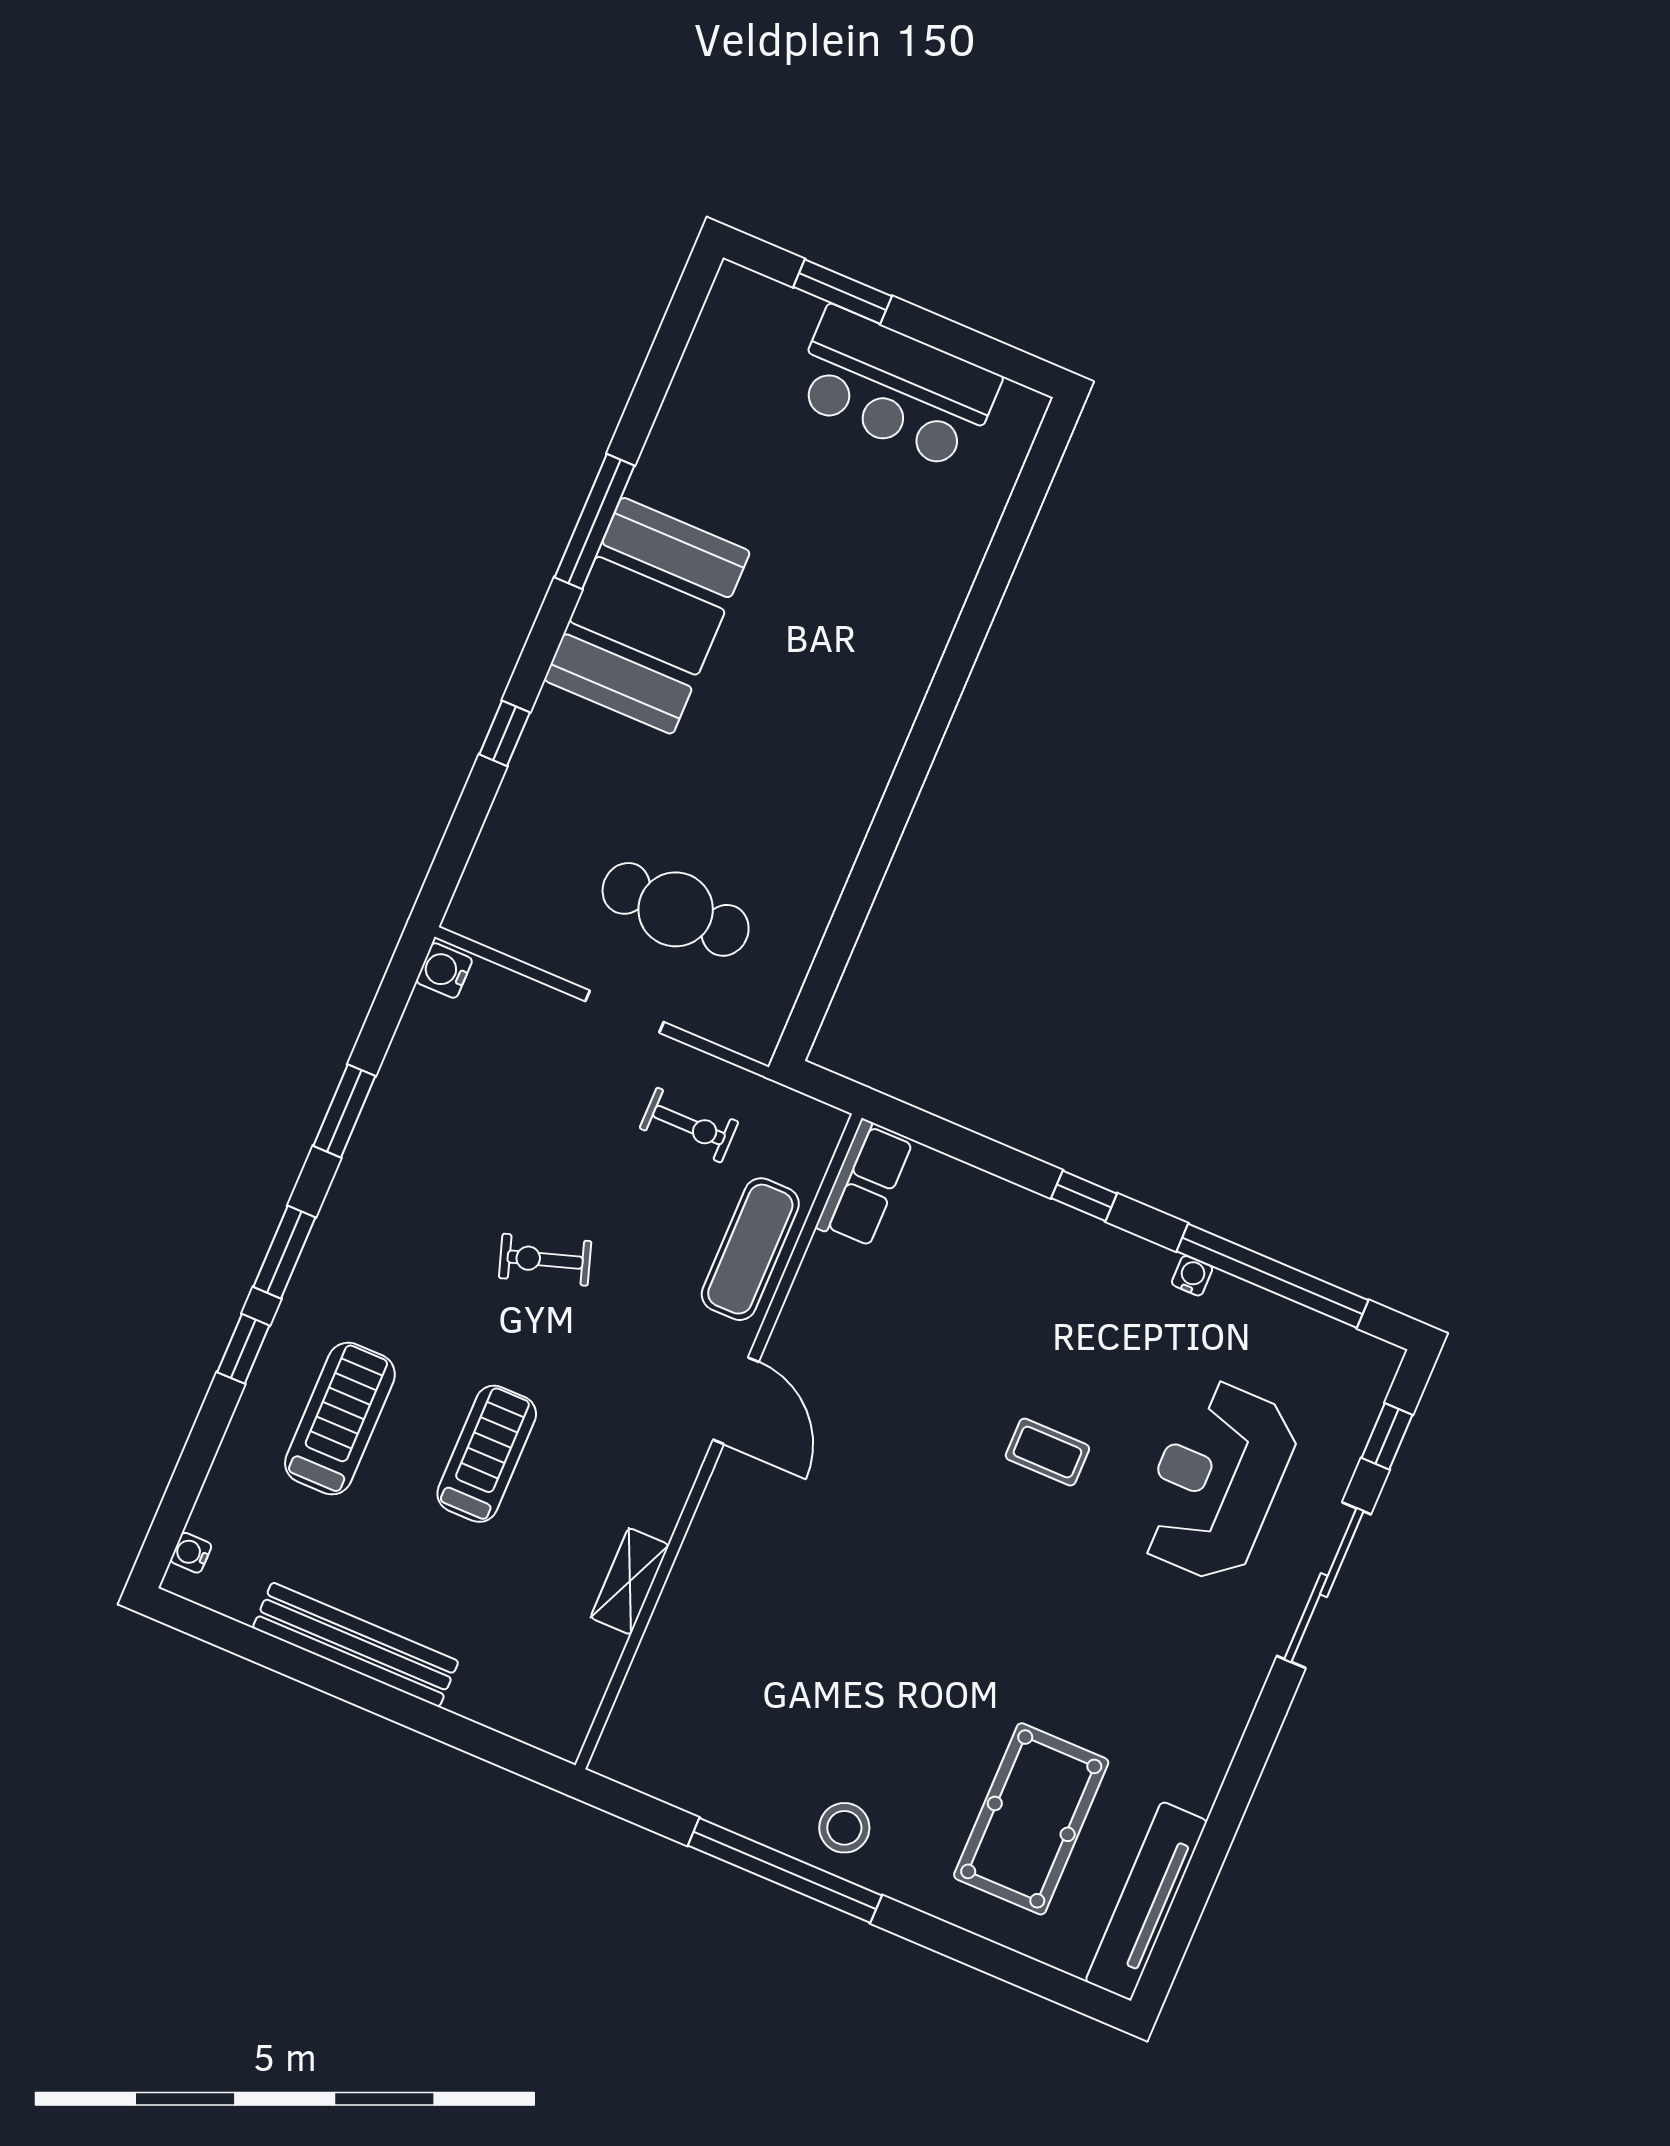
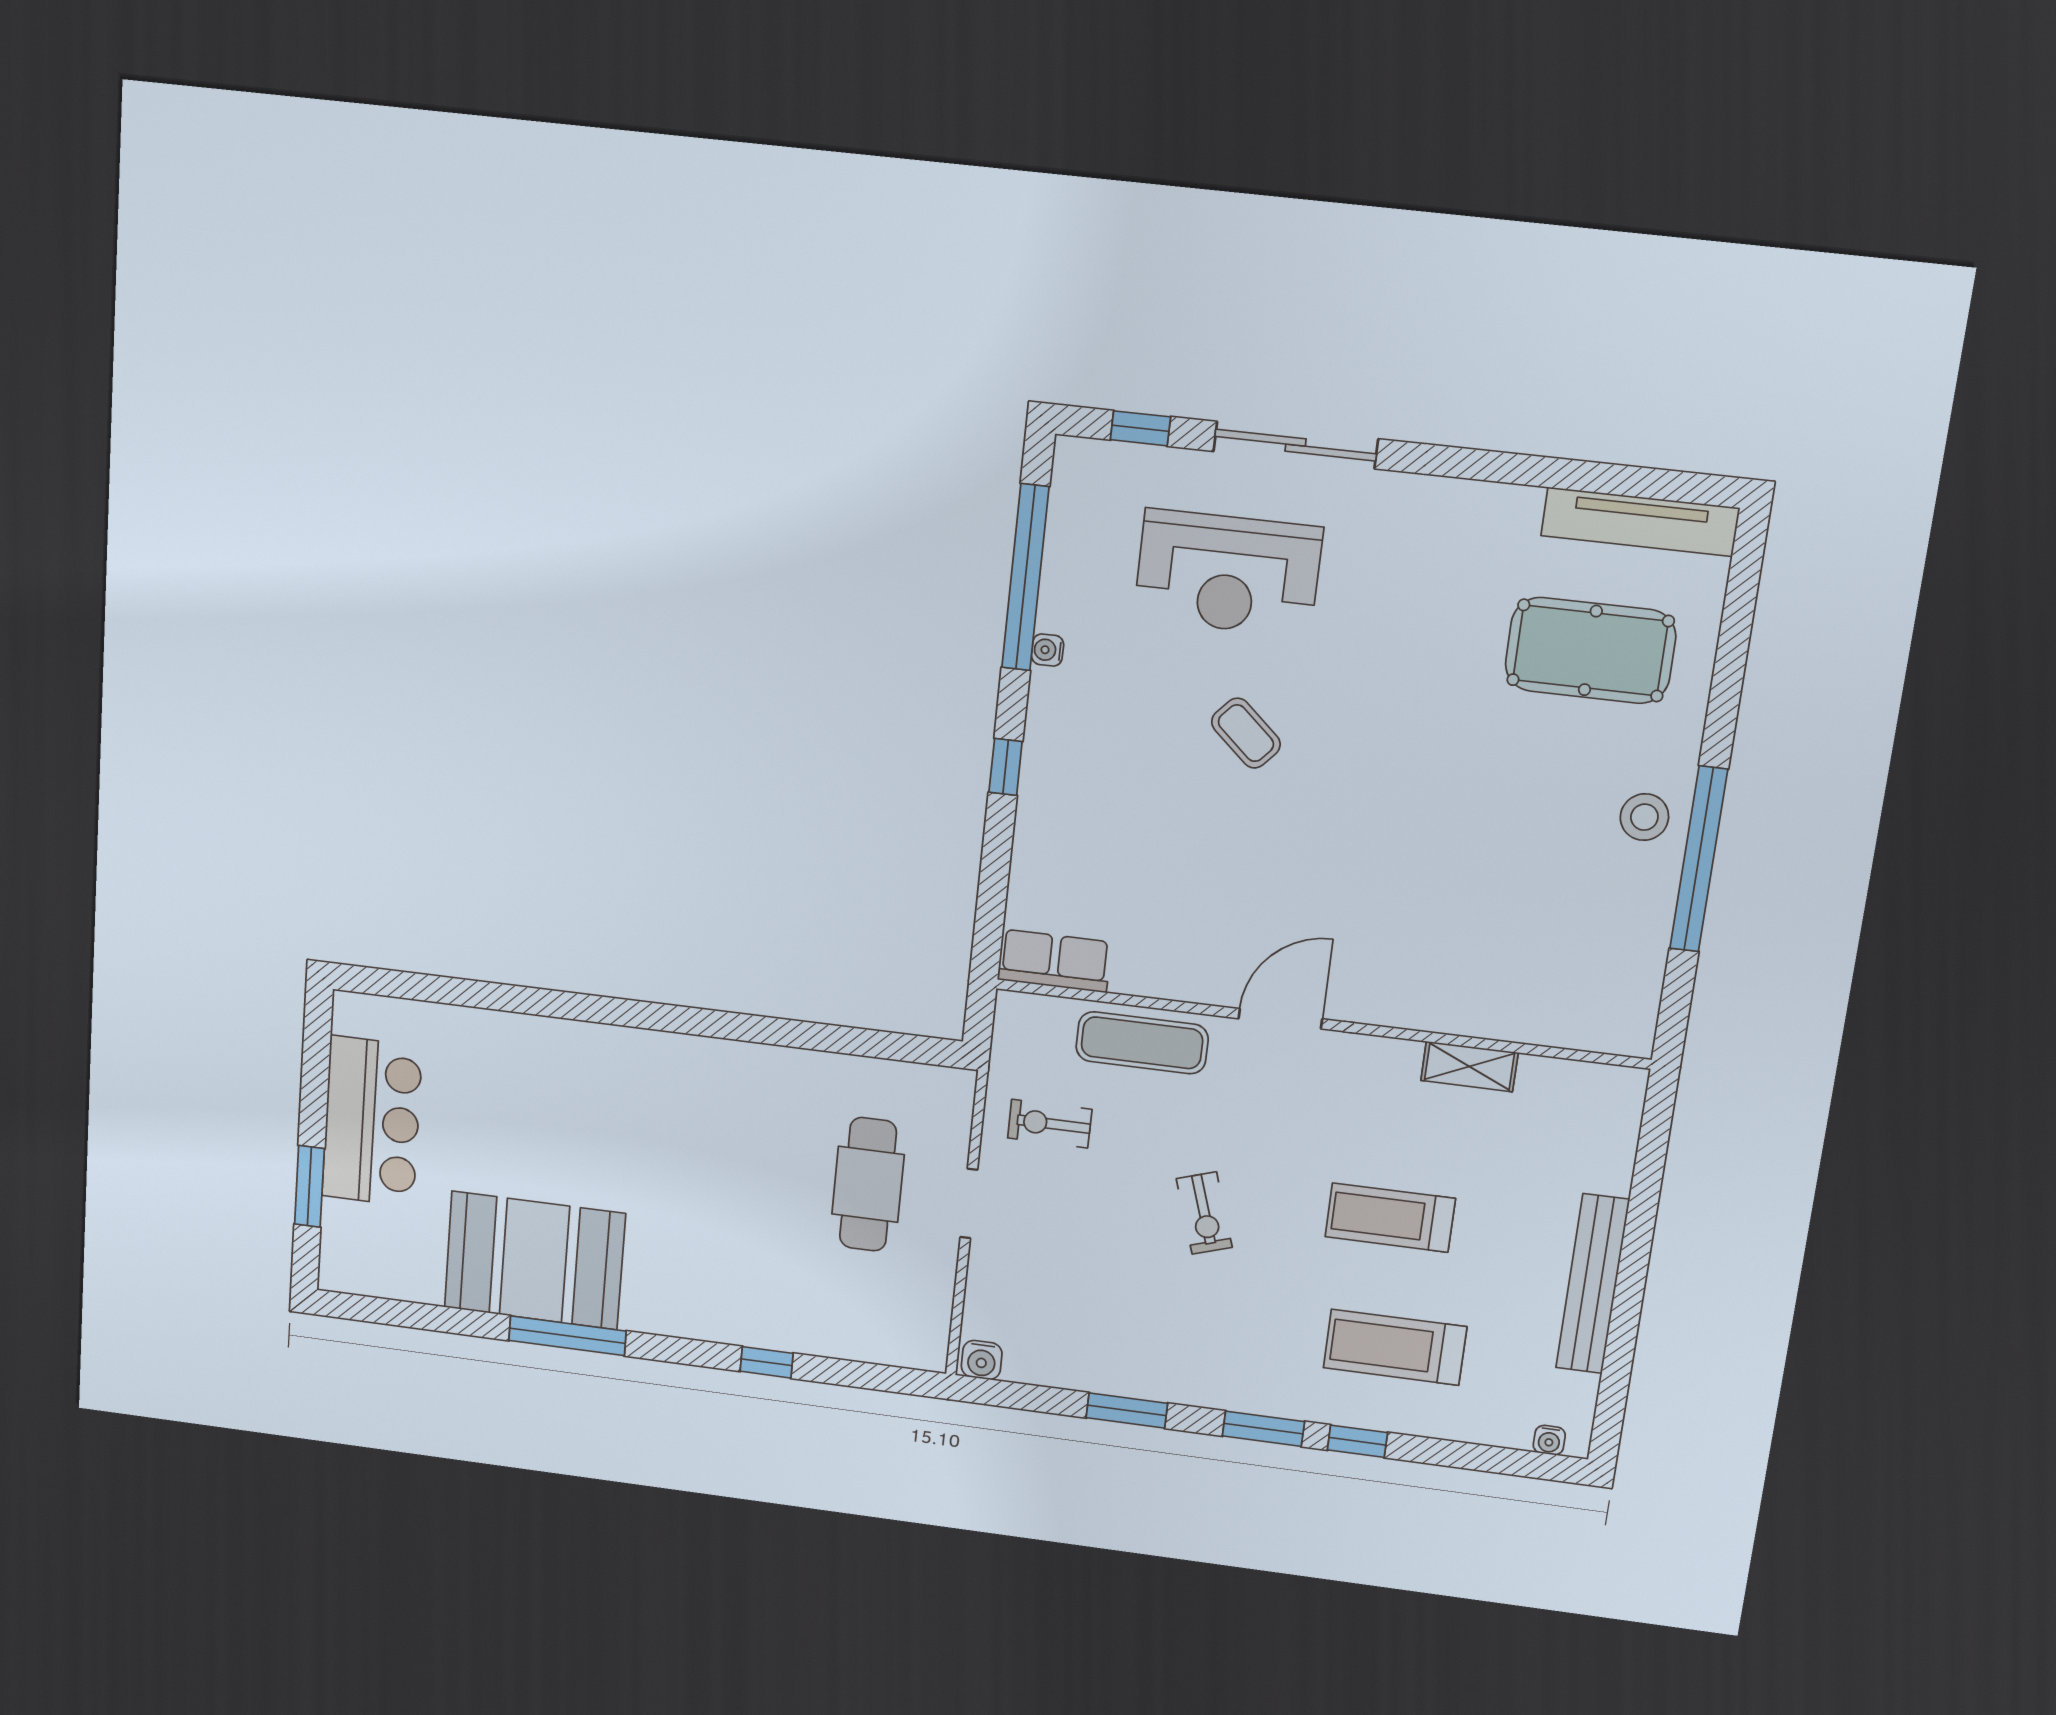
booth: (647, 616) -> (535, 1261), moved
exercise bike: (689, 1125) -> (1050, 1124), turned -90
coffee table: (1047, 1452) -> (1246, 733), turned -48

